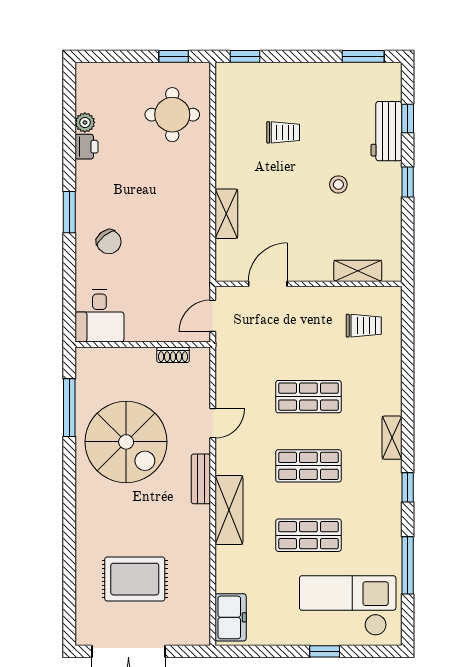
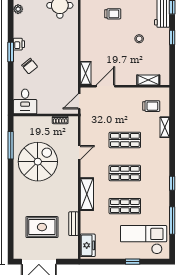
printer: (86, 147) -> (19, 44), moved
shelving: (226, 214) -> (86, 73), moved
shelving: (392, 438) -> (165, 127), moved
spiral stairs: (126, 442) -> (38, 162), turned -90
bench: (201, 479) -> (73, 224), moved

